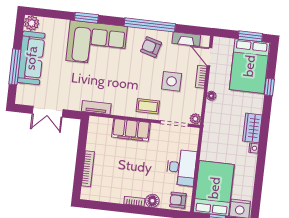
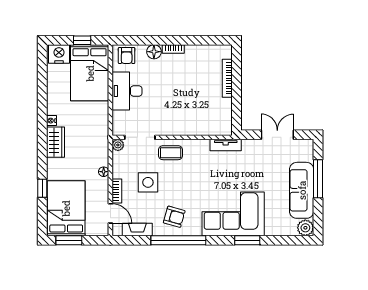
filing cabinet: (131, 130) -> (186, 125), removed
armchair: (178, 200) -> (127, 56), turned 90

